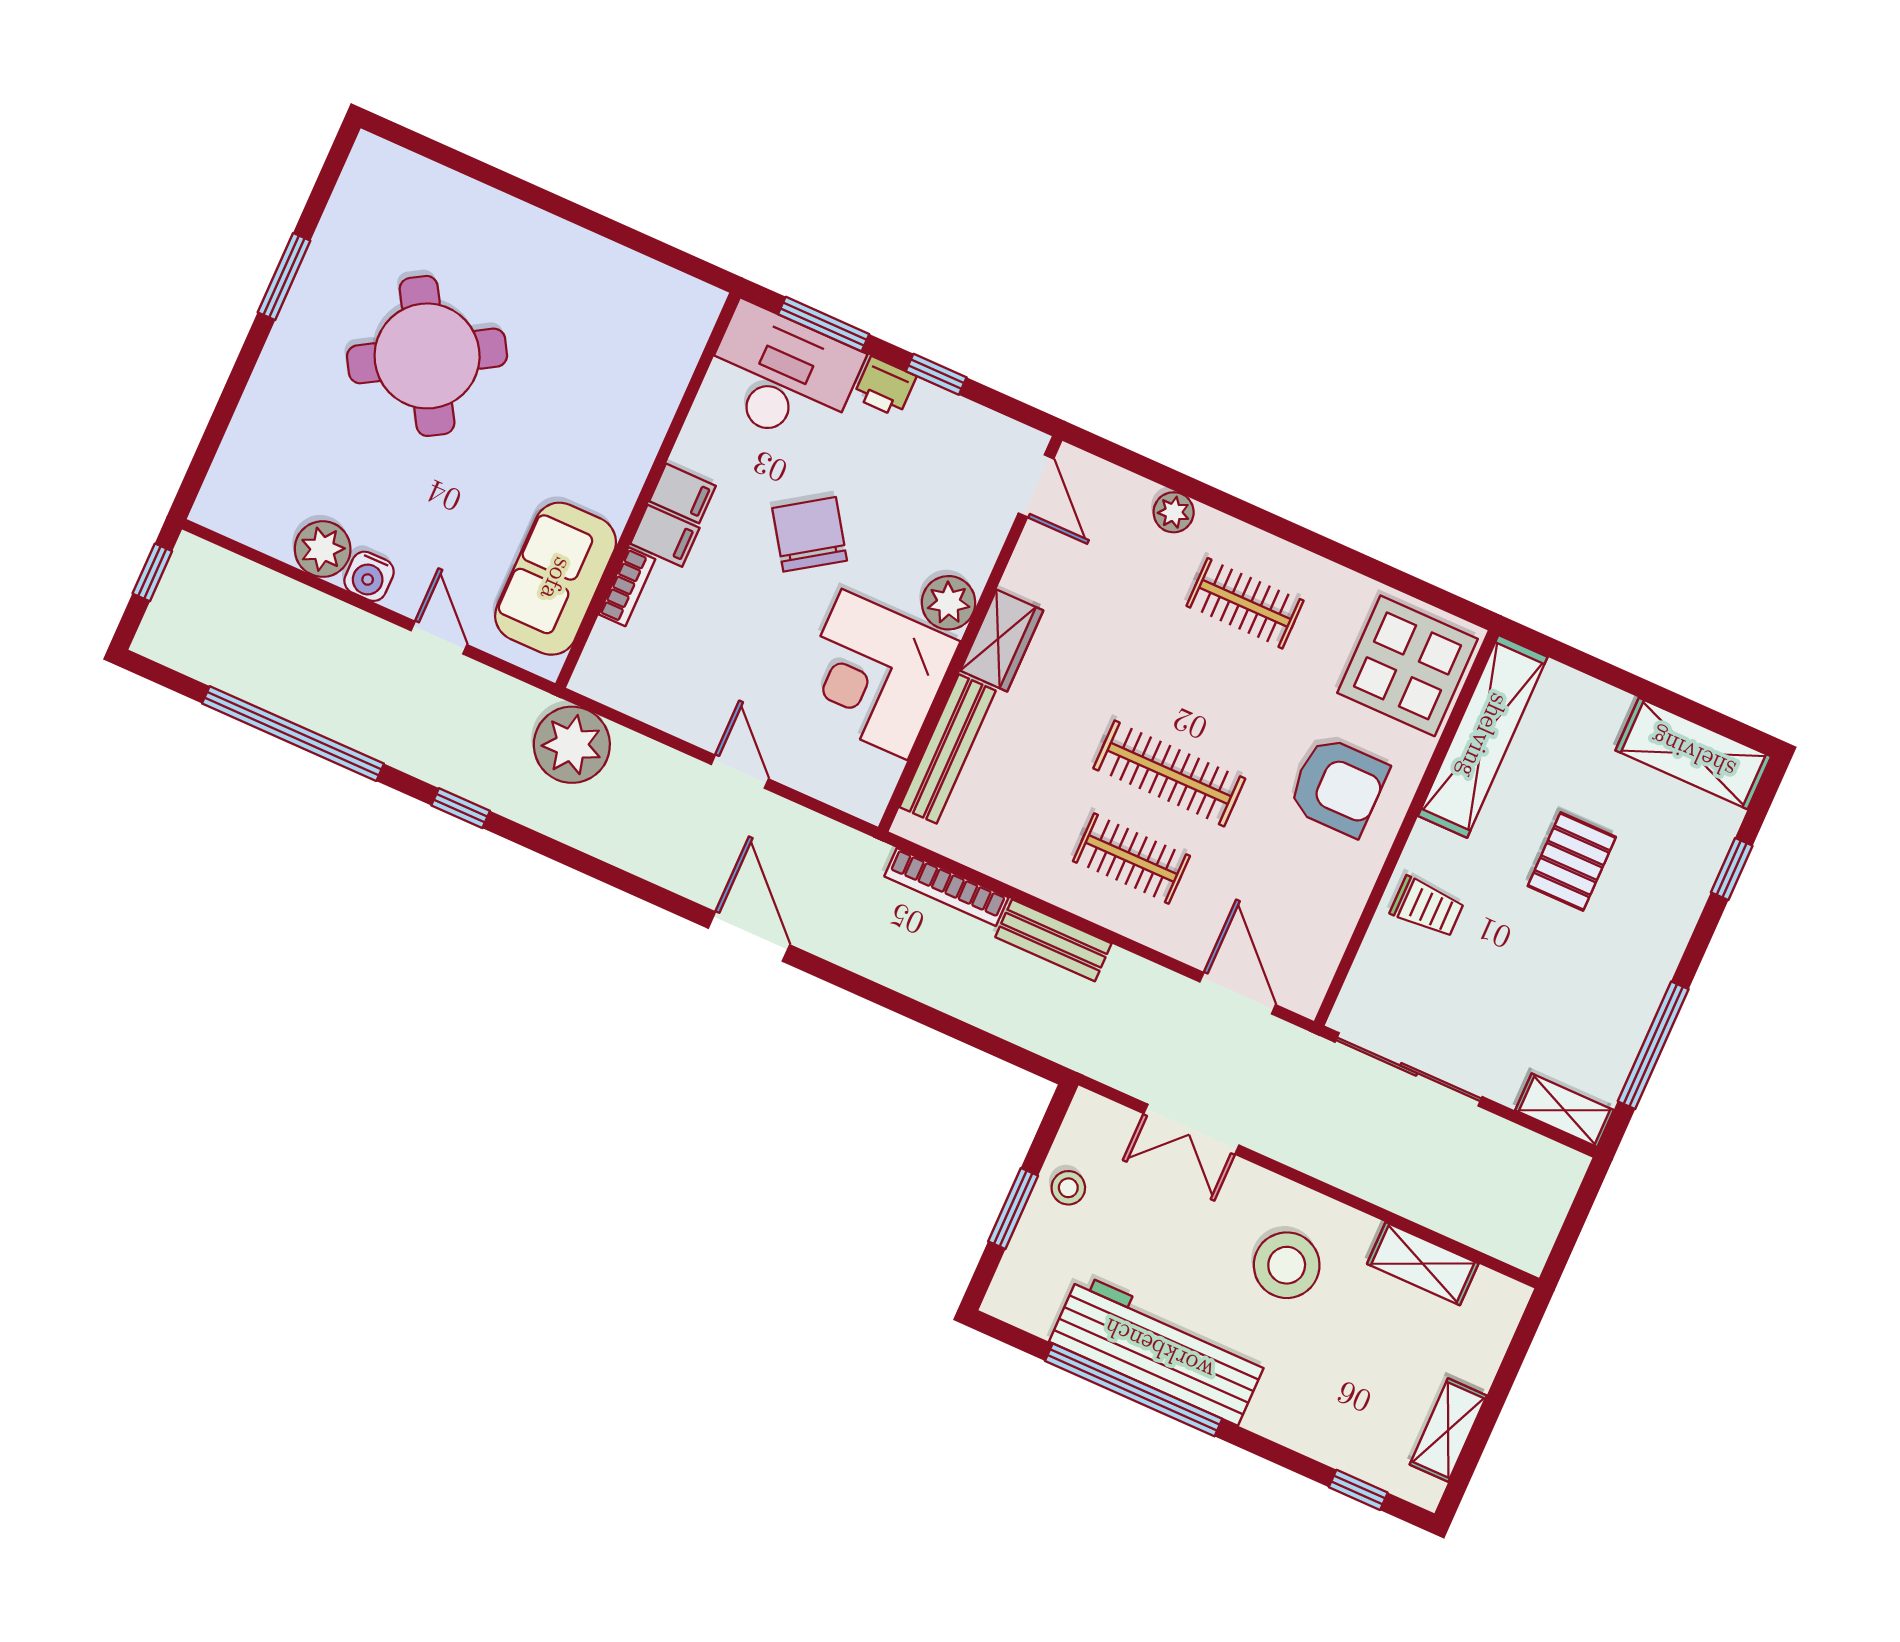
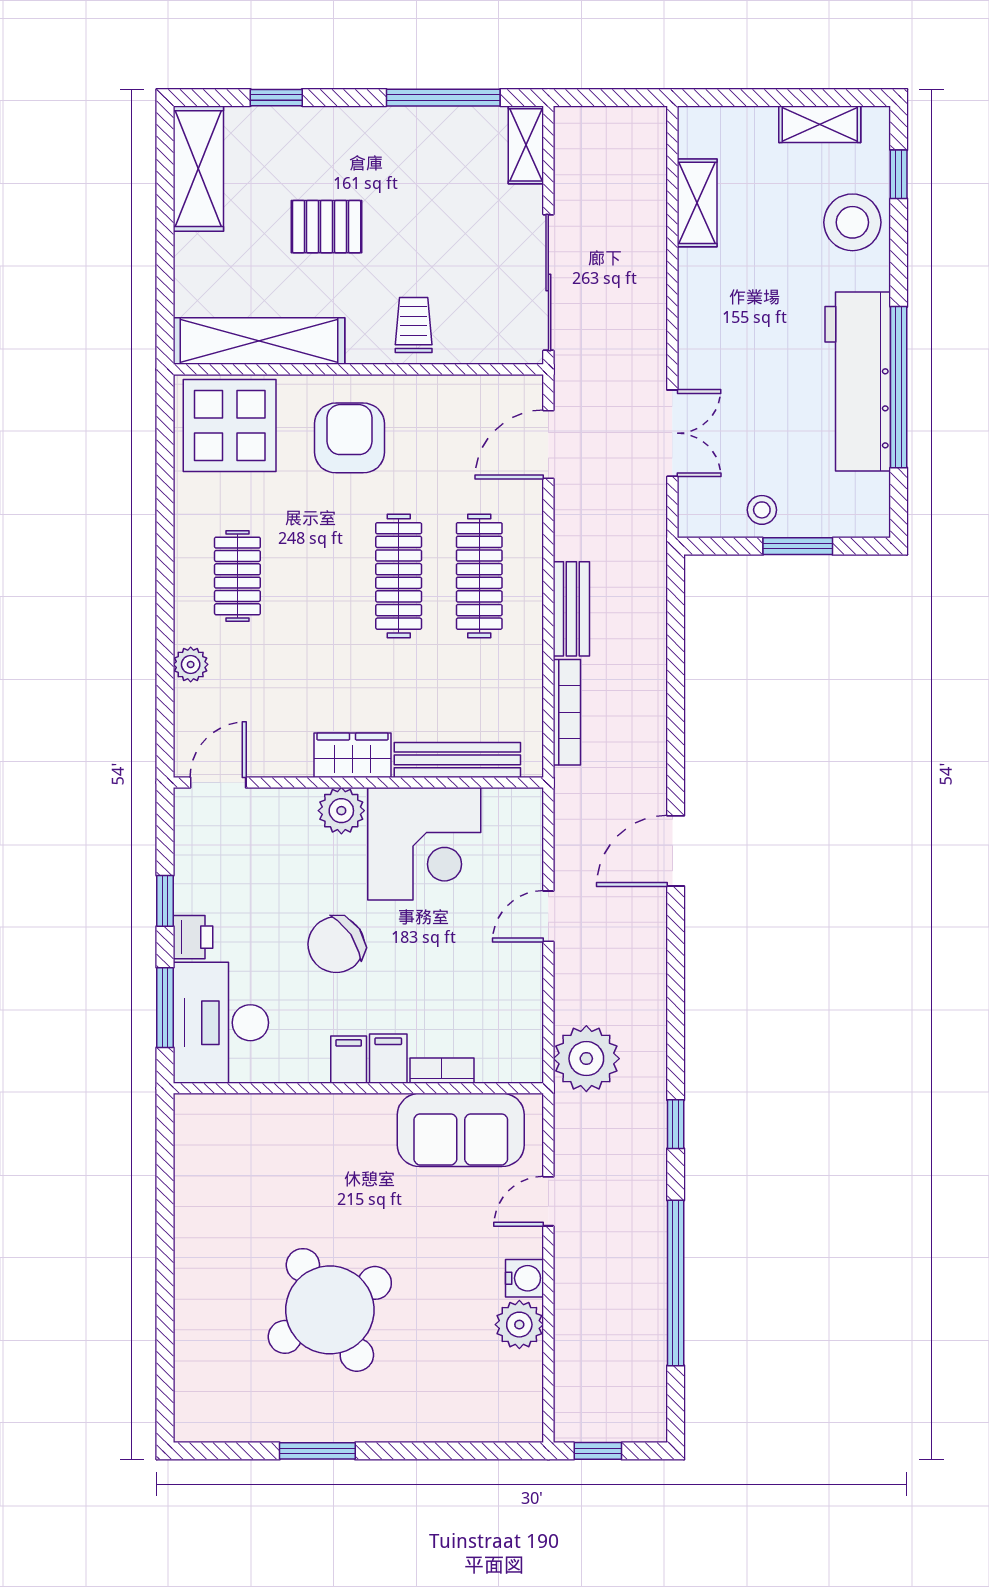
clothes rail: (1131, 858) -> (479, 576), width x1.36
stool: (1287, 1265) -> (852, 222), moved

